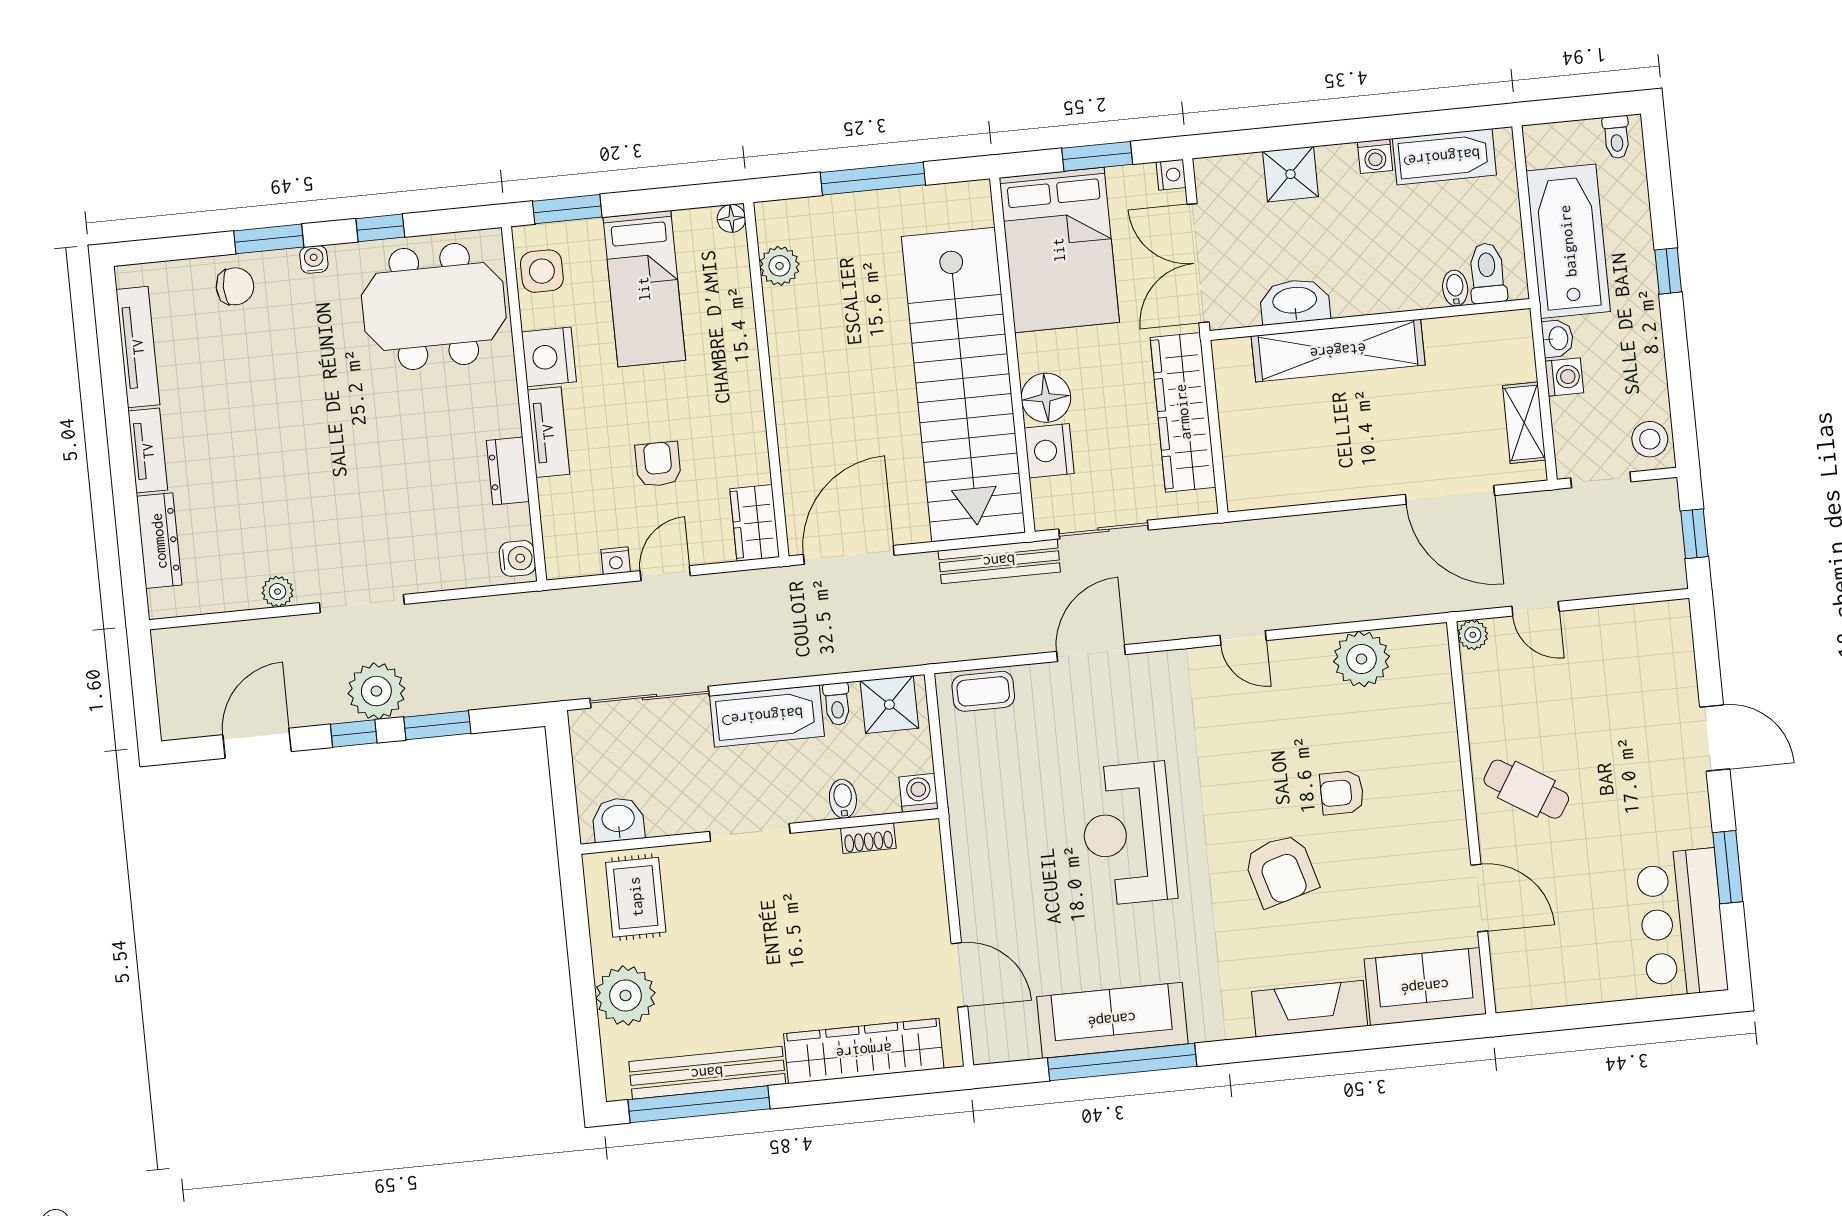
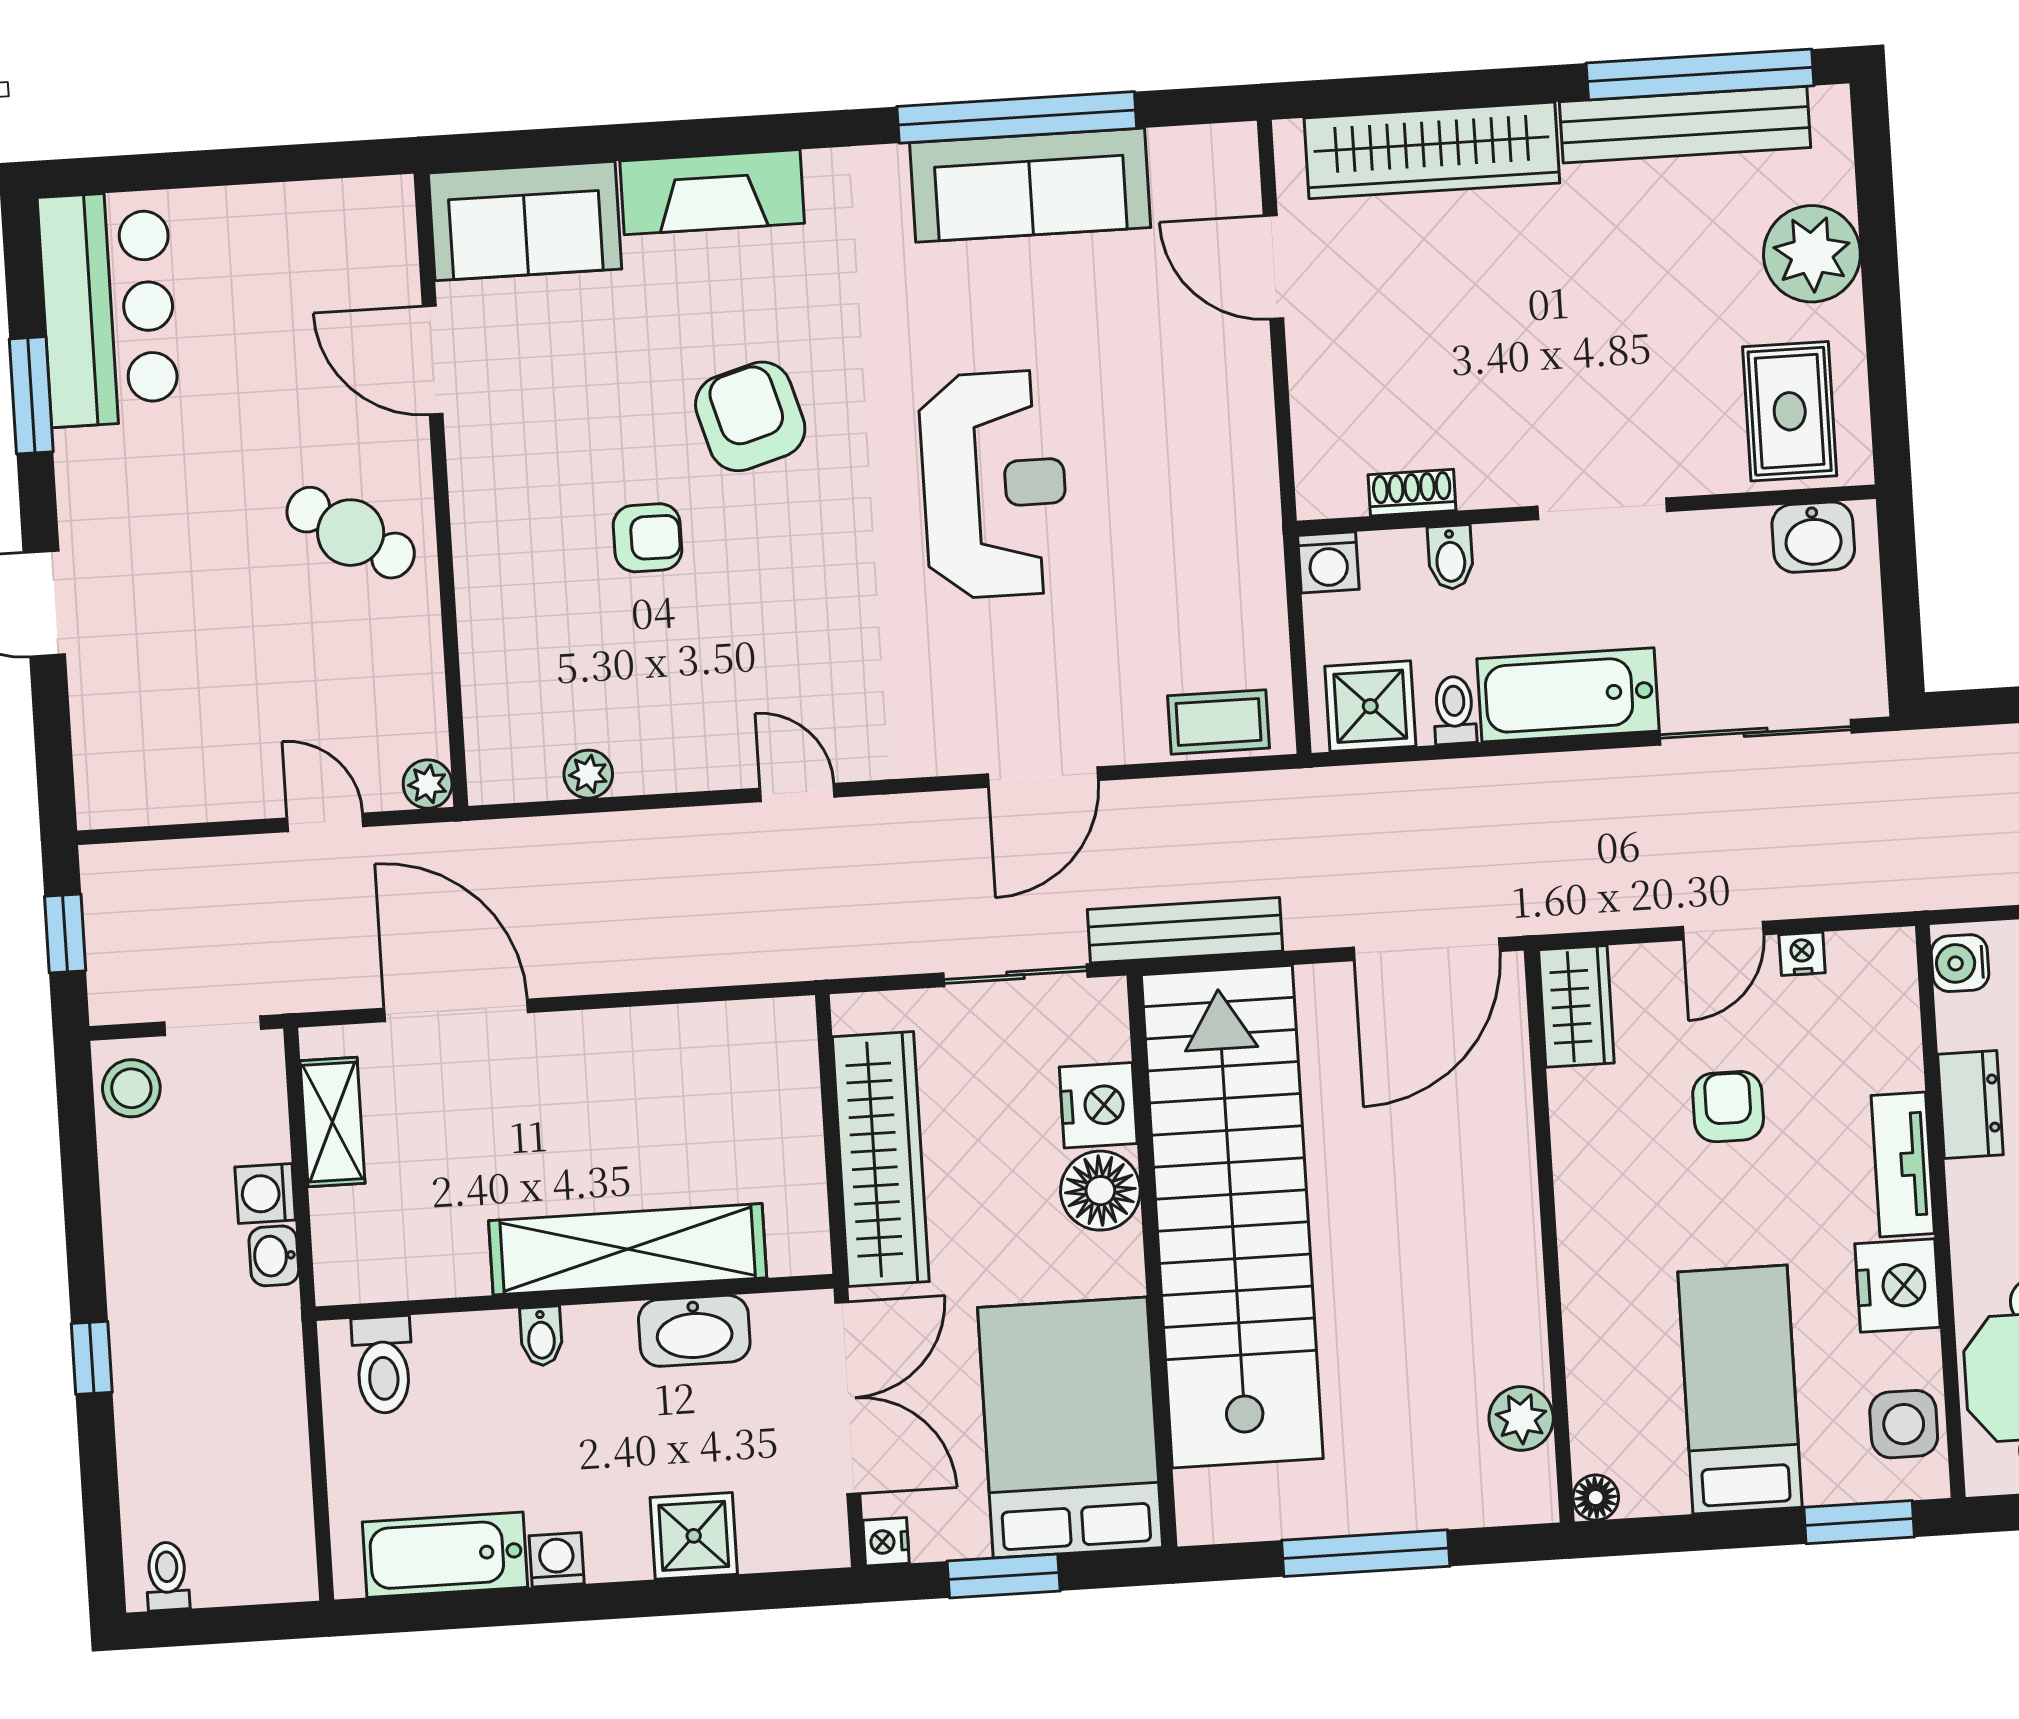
bathtub: (1568, 241) -> (251, 1411), removed
bidet: (1455, 288) -> (541, 1336), moved
armchair: (658, 464) -> (1728, 1107), turned 180
plant: (1361, 659) -> (588, 774), width x0.53, depth x0.53

